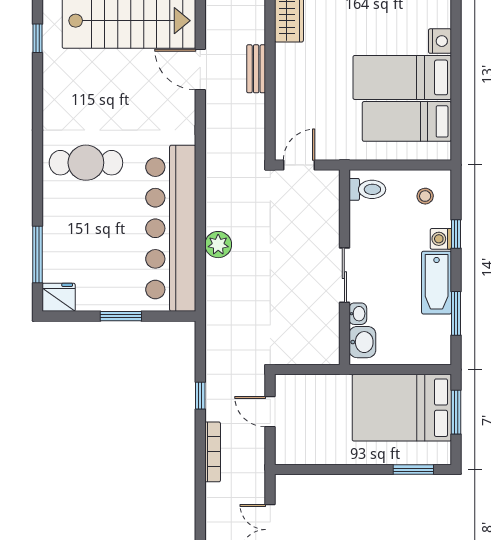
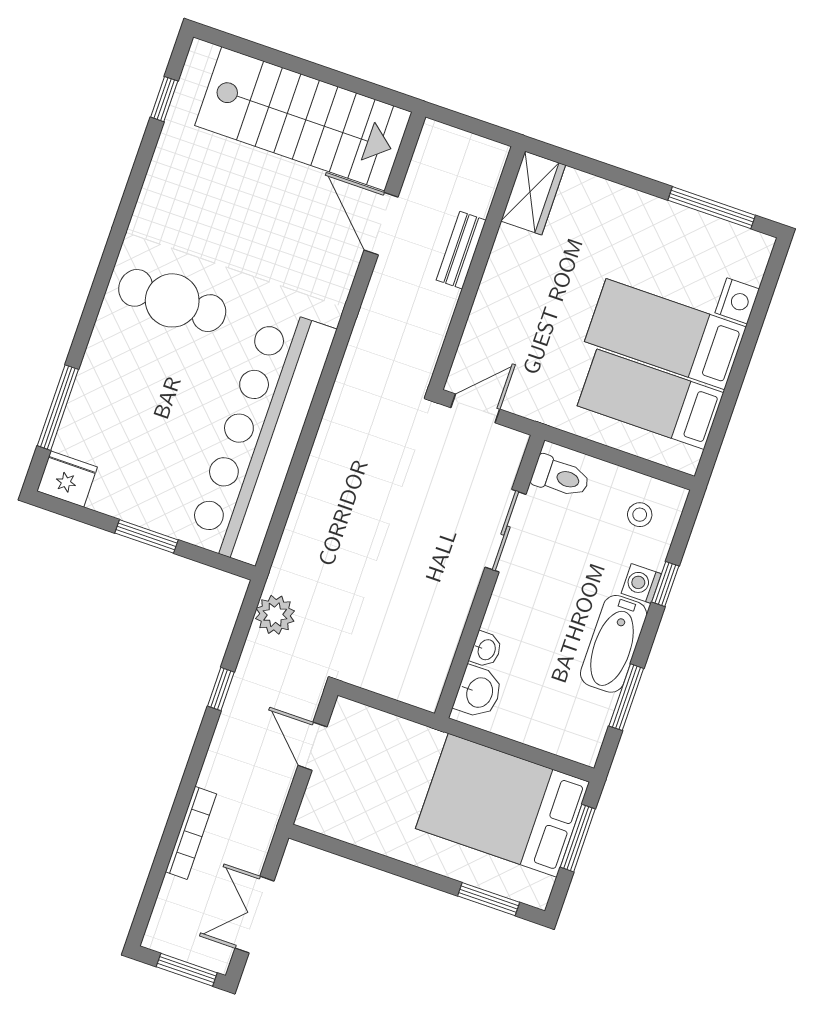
plant: (218, 245) -> (275, 615), moved
sliding door: (344, 275) -> (505, 531), moved
bookcase: (213, 452) -> (191, 833), moved

